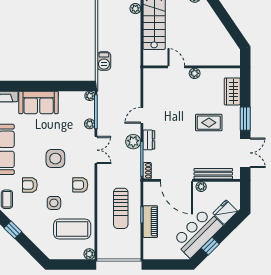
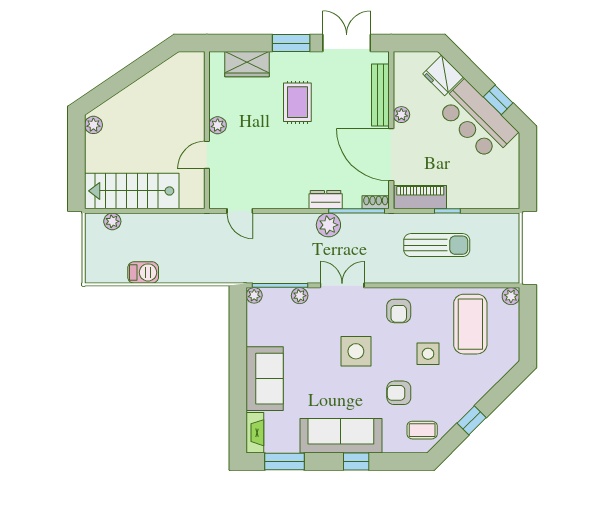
barbecue: (104, 61) -> (143, 272), moved
door: (142, 115) -> (240, 211), moved
door: (176, 180) -> (391, 155), swing flipped
armchair: (30, 185) -> (399, 393), turned 90
piano: (150, 222) -> (420, 197), moved

